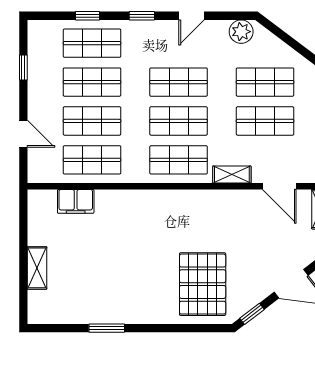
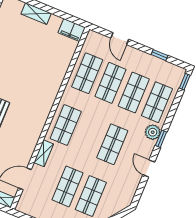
window: (88, 16) -> (185, 82), moved
plant: (241, 32) -> (153, 132), moved
shop shelf: (179, 121) -> (89, 135), removed
door: (23, 134) -> (120, 39), hinge flipped
filing cabinet: (76, 201) -> (72, 30), moved, turned -90

